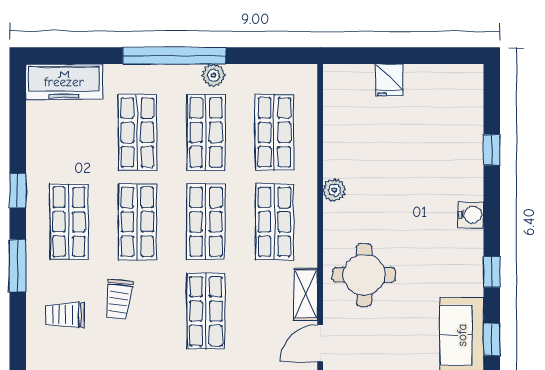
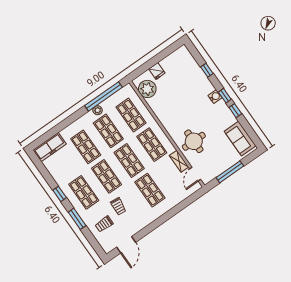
window: (174, 56) -> (103, 96), moved
plant: (334, 190) -> (147, 89), moved, width x1.88, depth x1.88
window: (492, 339) -> (225, 96), moved

